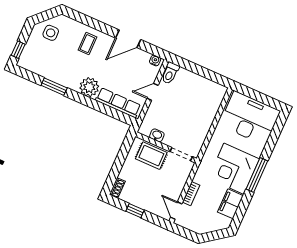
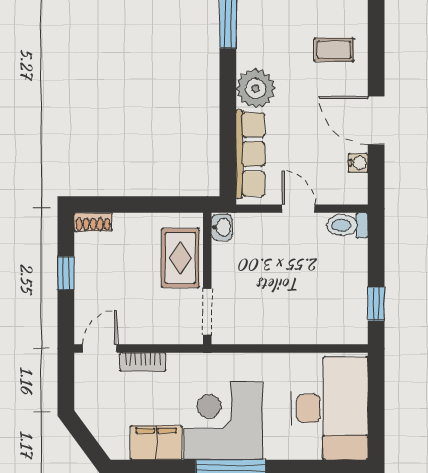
water cooler: (155, 60) -> (358, 163), moved
window: (212, 76) -> (376, 304), added
washbasin: (157, 135) -> (222, 227), moved

